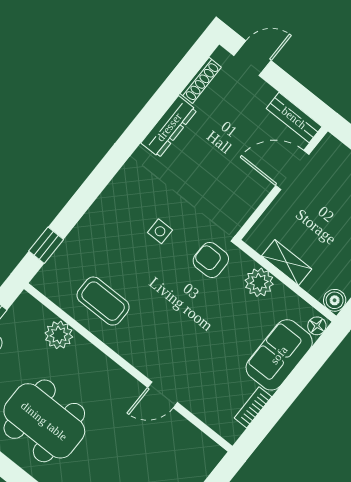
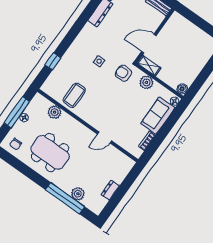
door: (292, 170) -> (149, 44), moved
window: (46, 245) -> (53, 61), moved
shelving: (287, 263) -> (149, 65), moved
coffee table: (103, 301) -> (74, 95), turned 90

